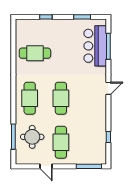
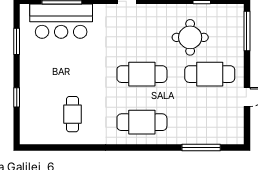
cafe table: (35, 53) -> (73, 114), width x0.73, depth x0.74
round table: (32, 137) -> (190, 37), moved

